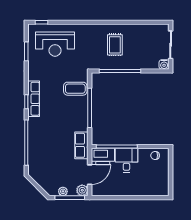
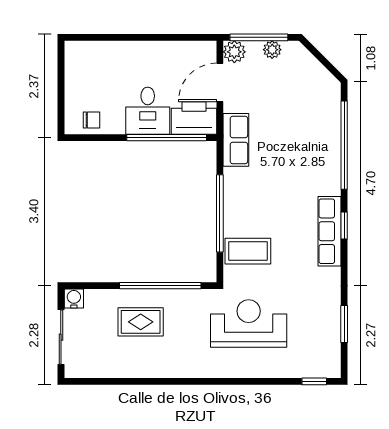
reception desk: (55, 44) -> (249, 324), moved
rug: (115, 45) -> (141, 322), moved, turned 90

